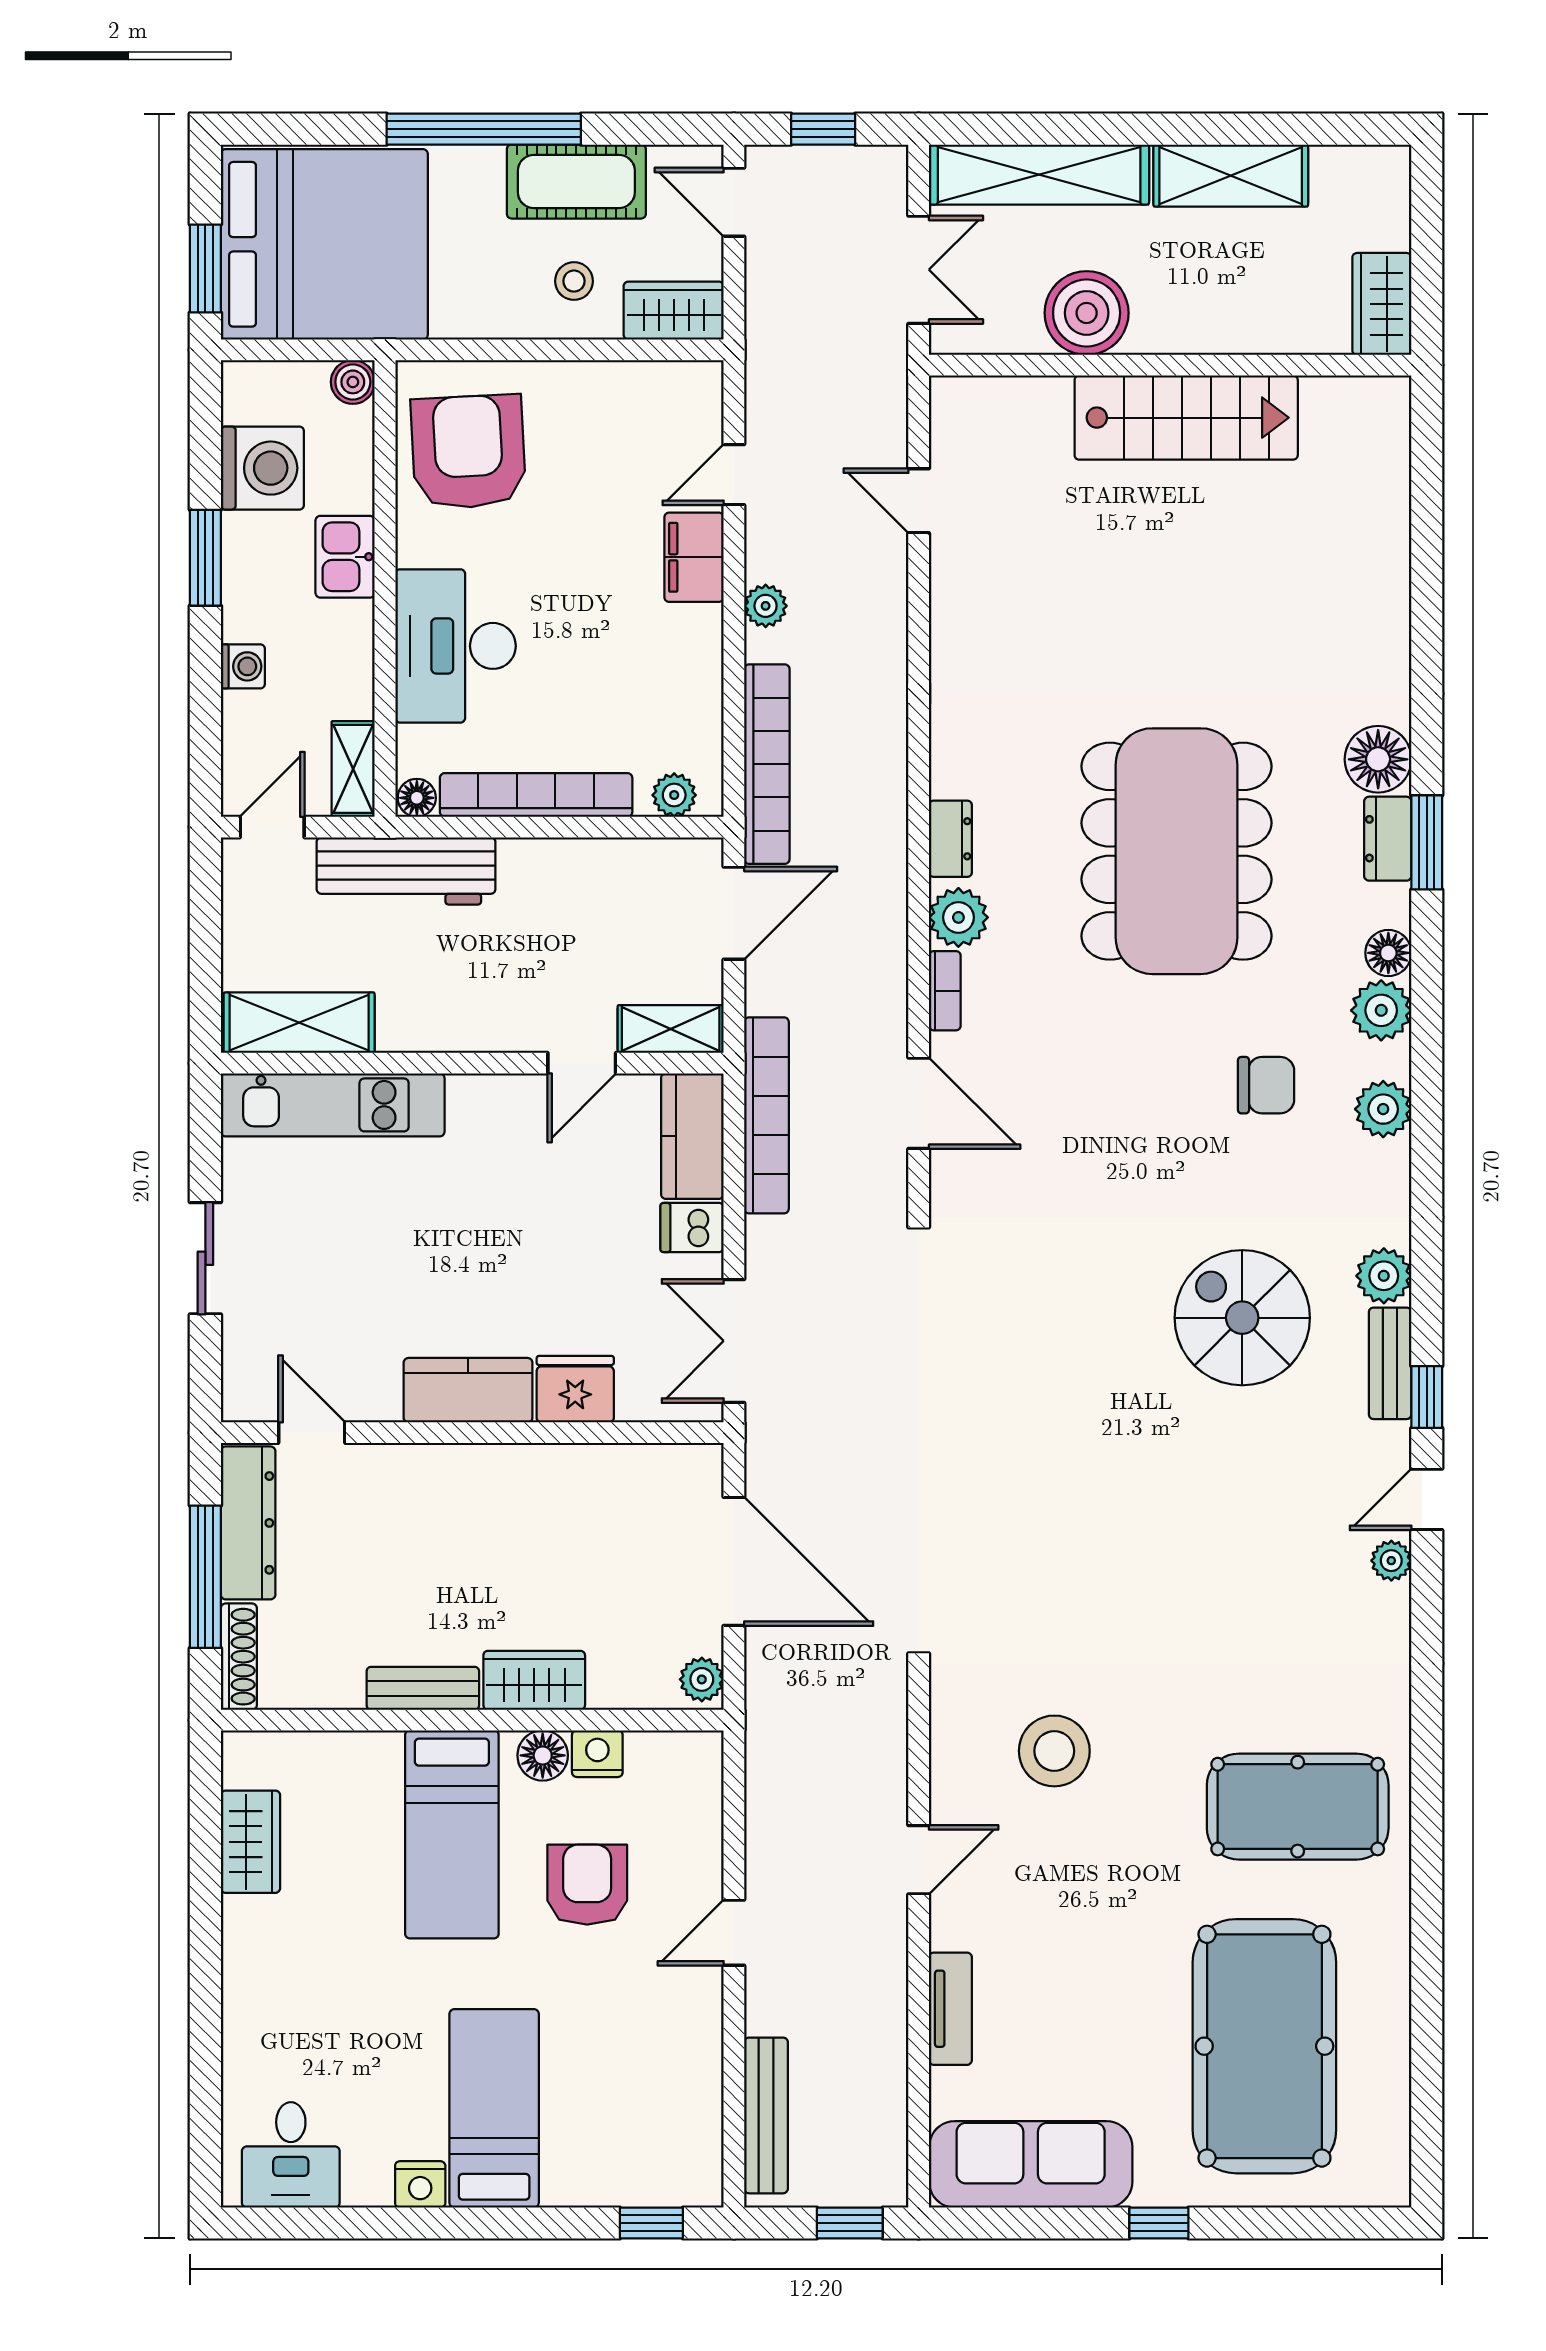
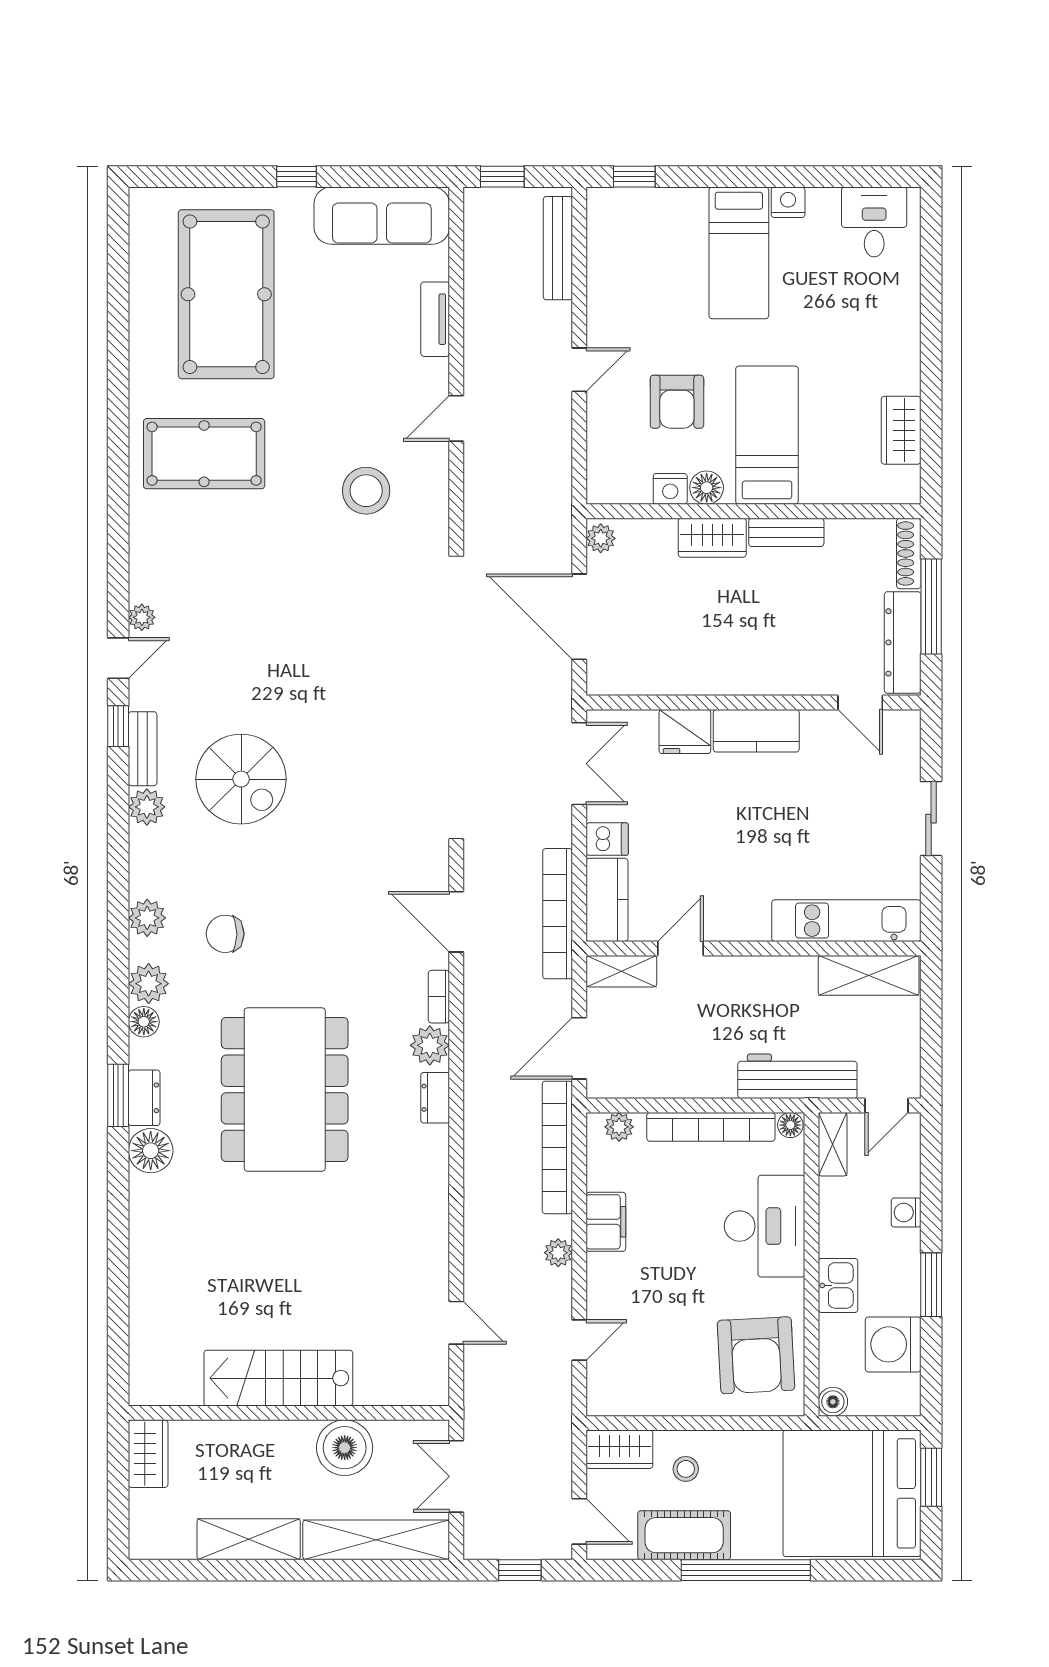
filing cabinet: (694, 557) -> (606, 1222), moved

